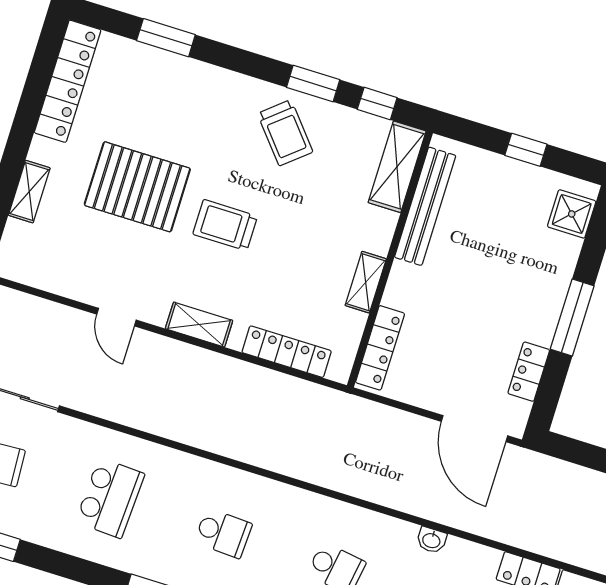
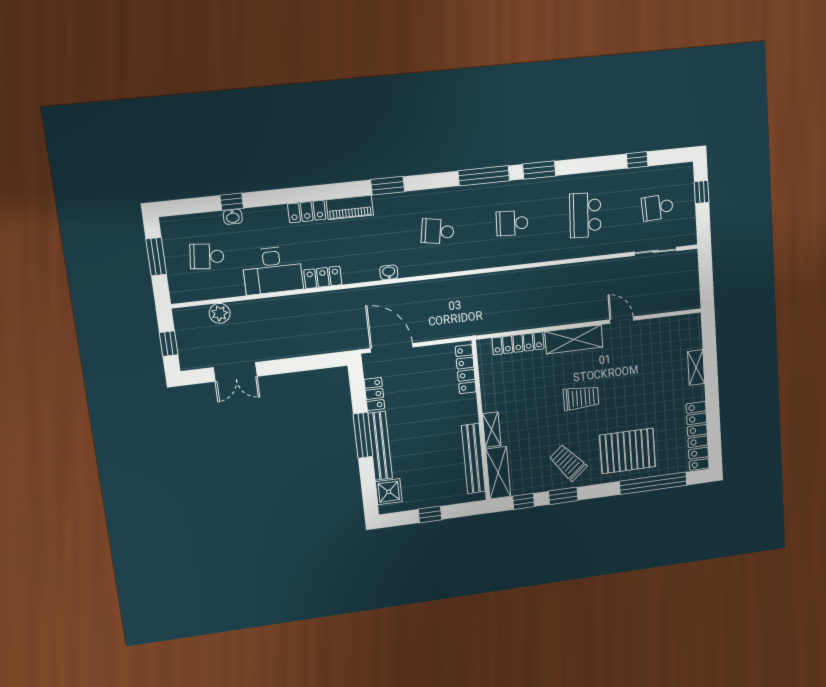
window: (166, 38) -> (653, 483), width x2.11
pallet: (137, 187) -> (628, 451), moved
shelving: (366, 282) -> (492, 430), moved
bench: (554, 290) -> (380, 446), added
shelving: (199, 325) -> (574, 339), width x1.50, depth x1.33

